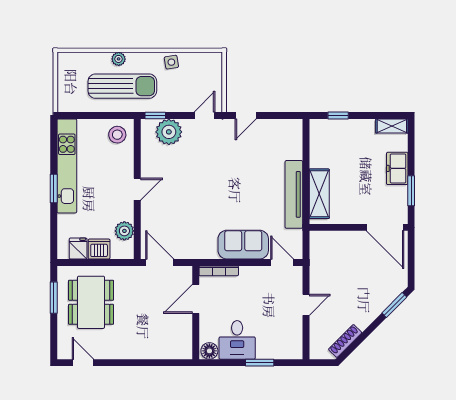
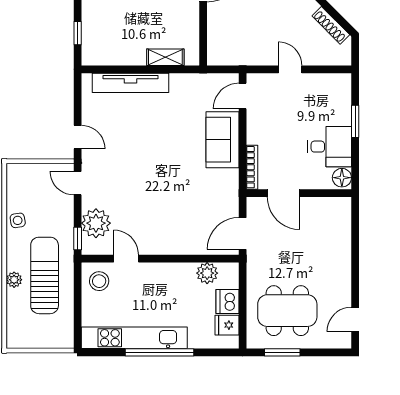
window: (54, 188) -> (159, 352), width x2.11
door: (137, 189) -> (126, 259), moved
tv unit: (294, 194) -> (130, 83), moved
shelving: (319, 194) -> (165, 57), width x0.67, depth x0.75

